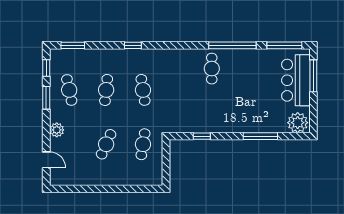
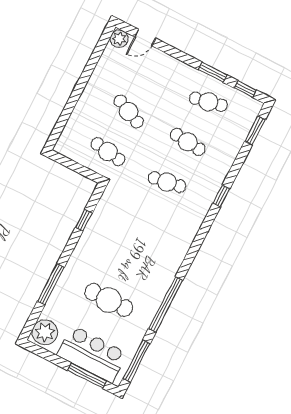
cafe table: (212, 69) -> (109, 300), moved, width x1.37, depth x1.35
plant: (57, 130) -> (119, 39), moved

